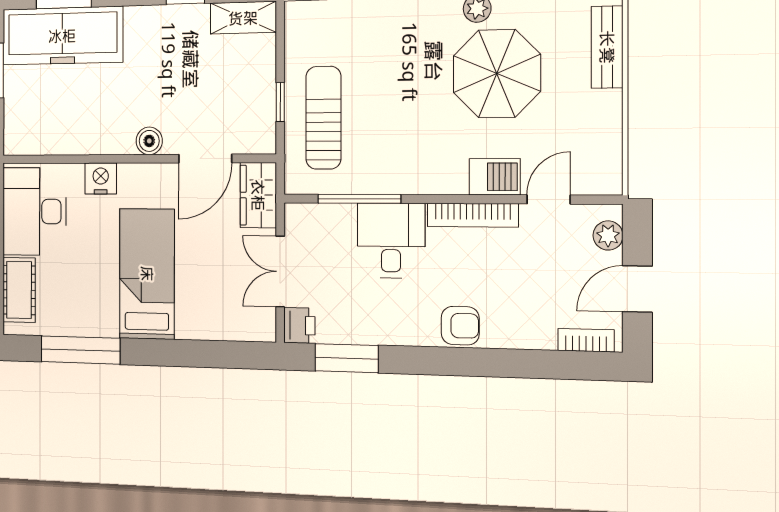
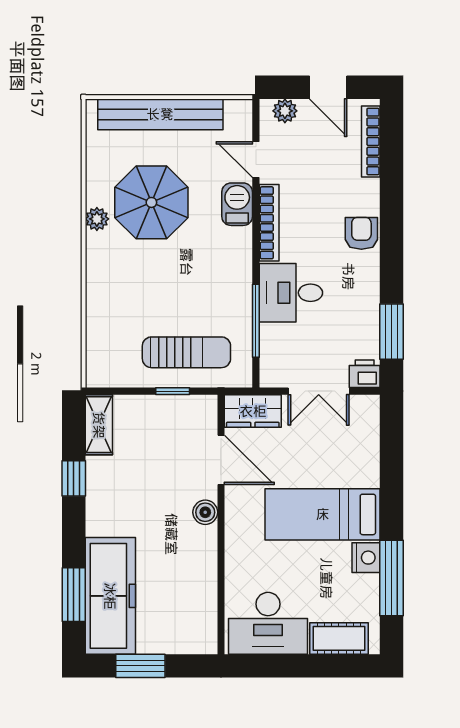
bench: (607, 47) -> (160, 114), width x1.86, depth x1.21
sun lounger: (323, 118) -> (186, 352), turned 180
nightstand: (101, 178) -> (366, 558), moved, turned 180
bookcase: (586, 340) -> (371, 141), width x1.56

